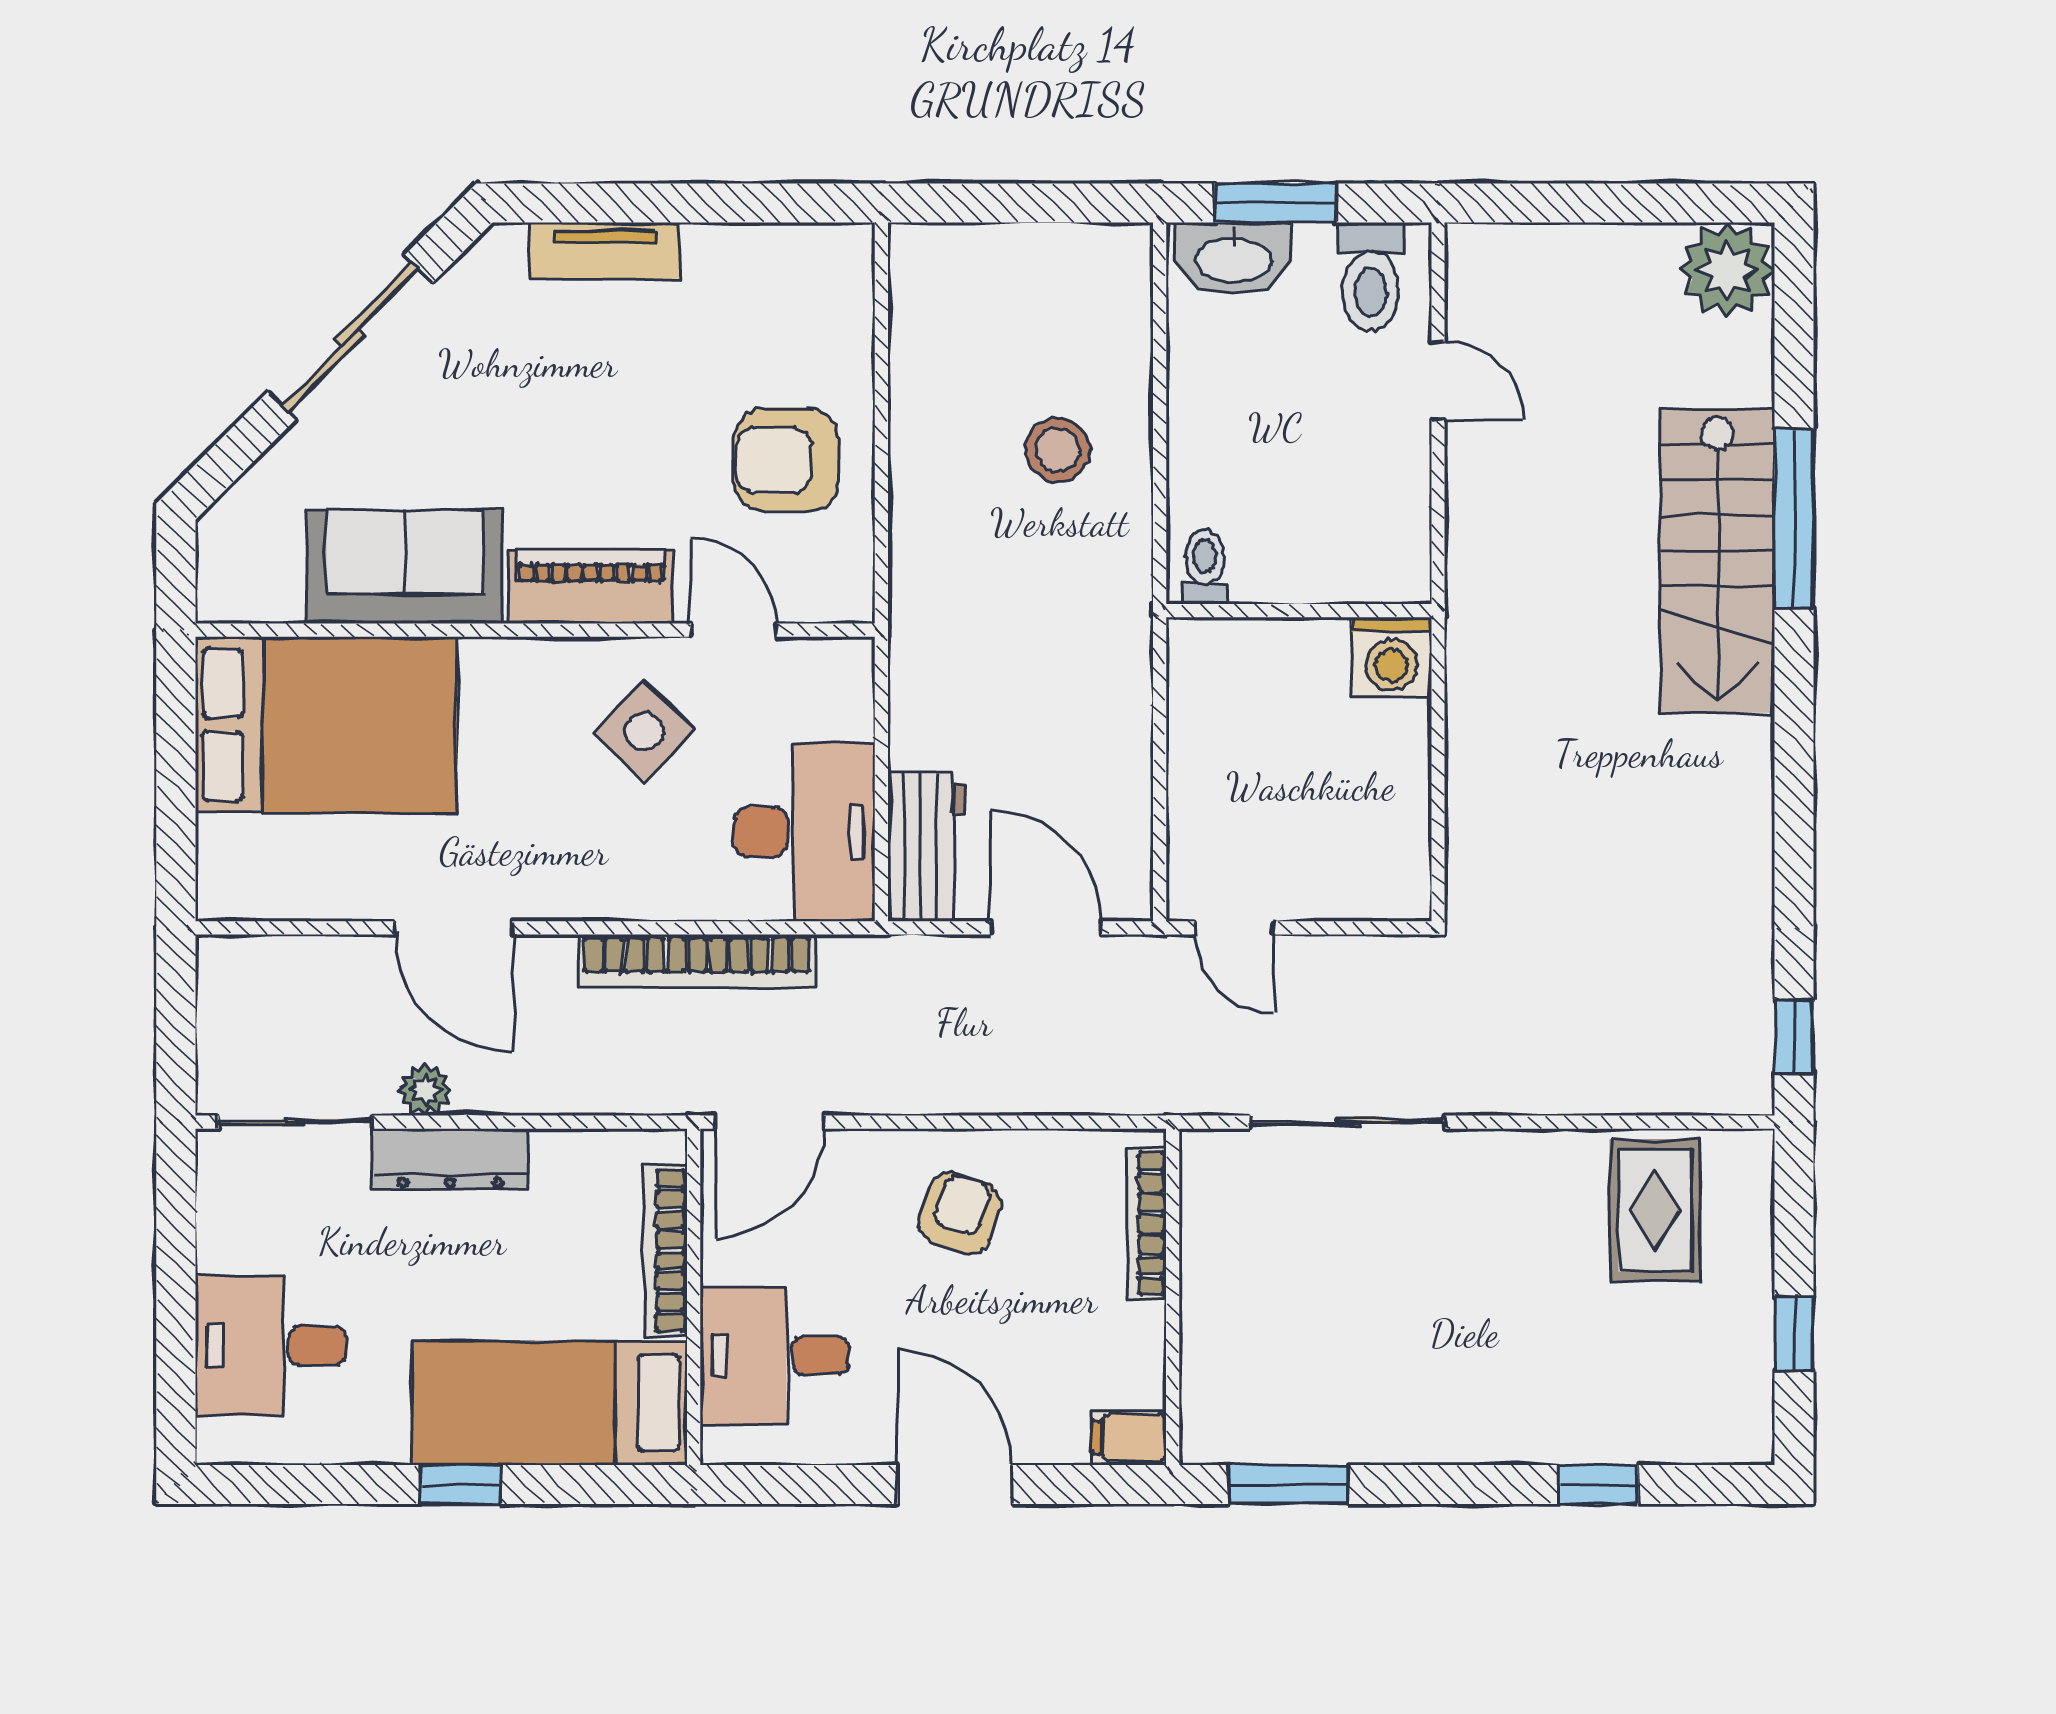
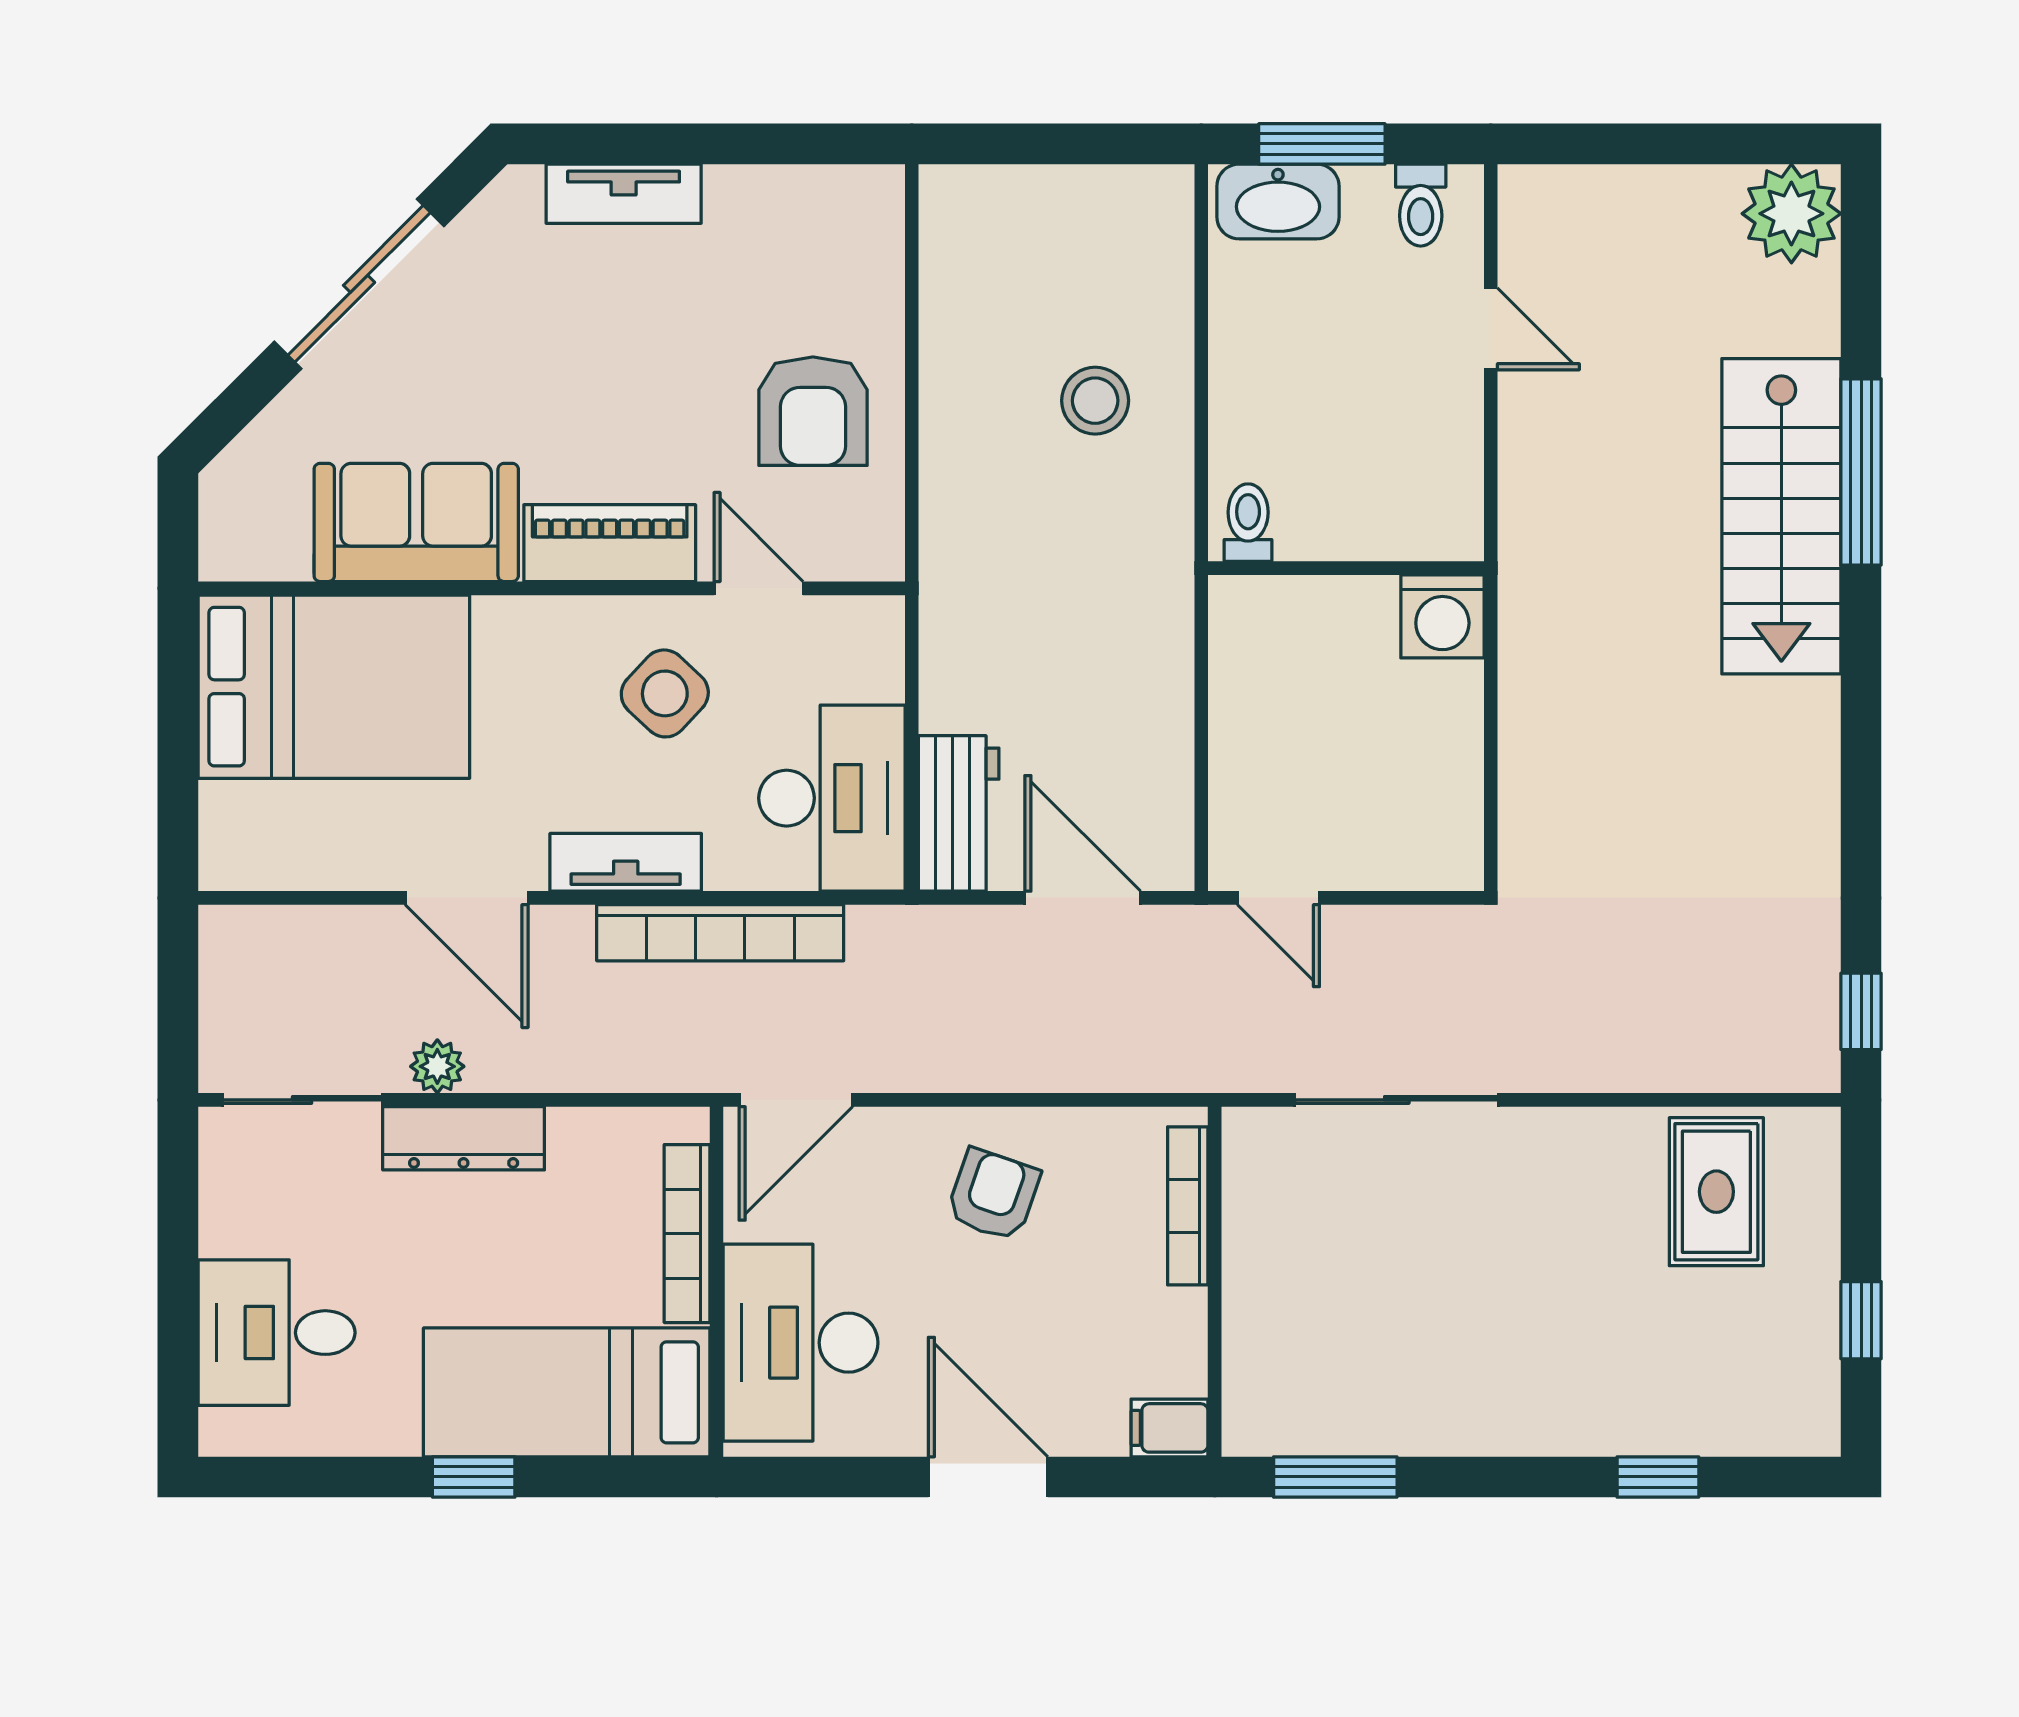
toilet: (1371, 277) -> (1421, 205), width x0.73, depth x0.72
armchair: (786, 460) -> (813, 411), turned -90
tv unit: (606, 894) -> (626, 862), added
desk: (774, 1355) -> (801, 1343), width x1.37

